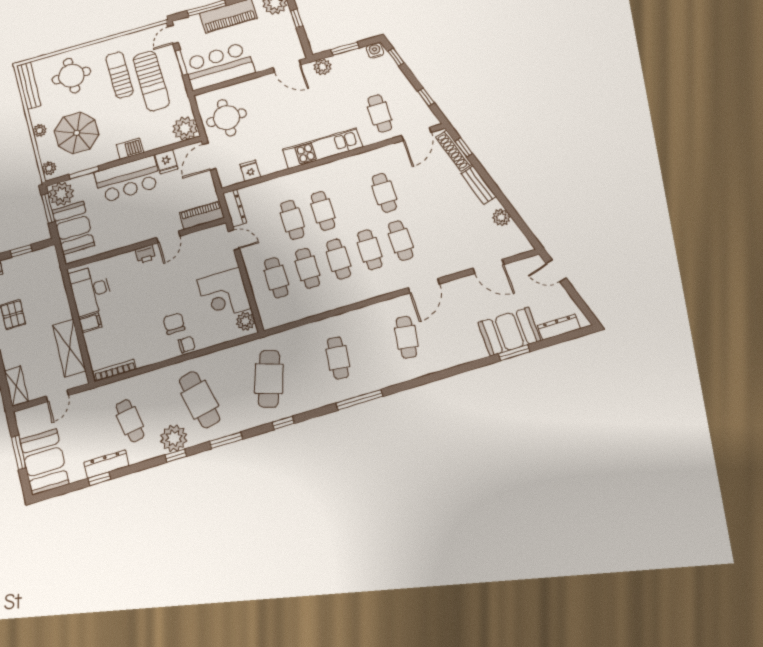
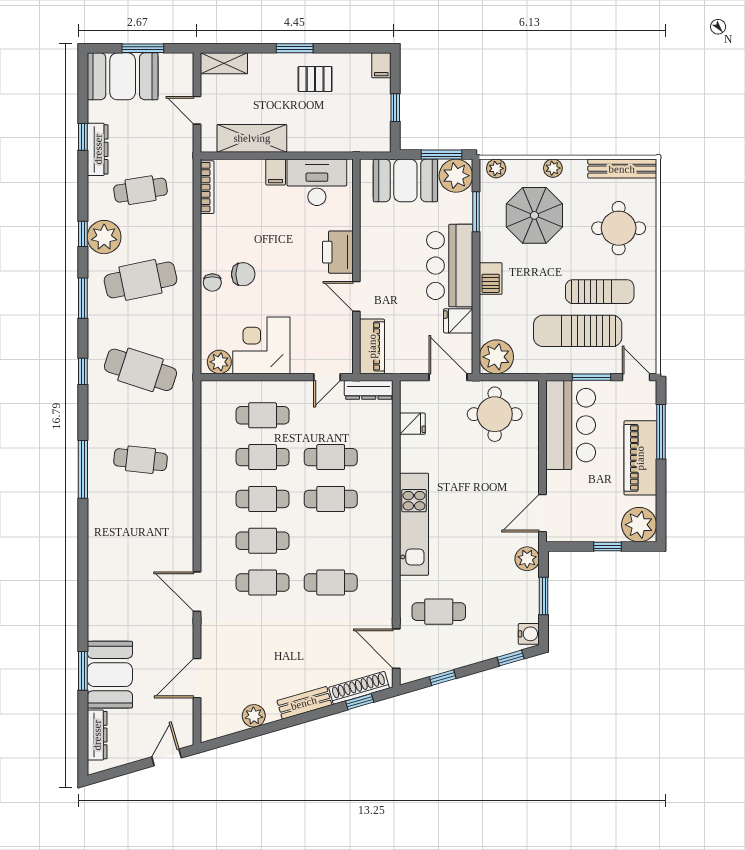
printer: (145, 254) -> (338, 252), width x1.87, depth x1.48
cafe table: (406, 337) -> (140, 550), removed

